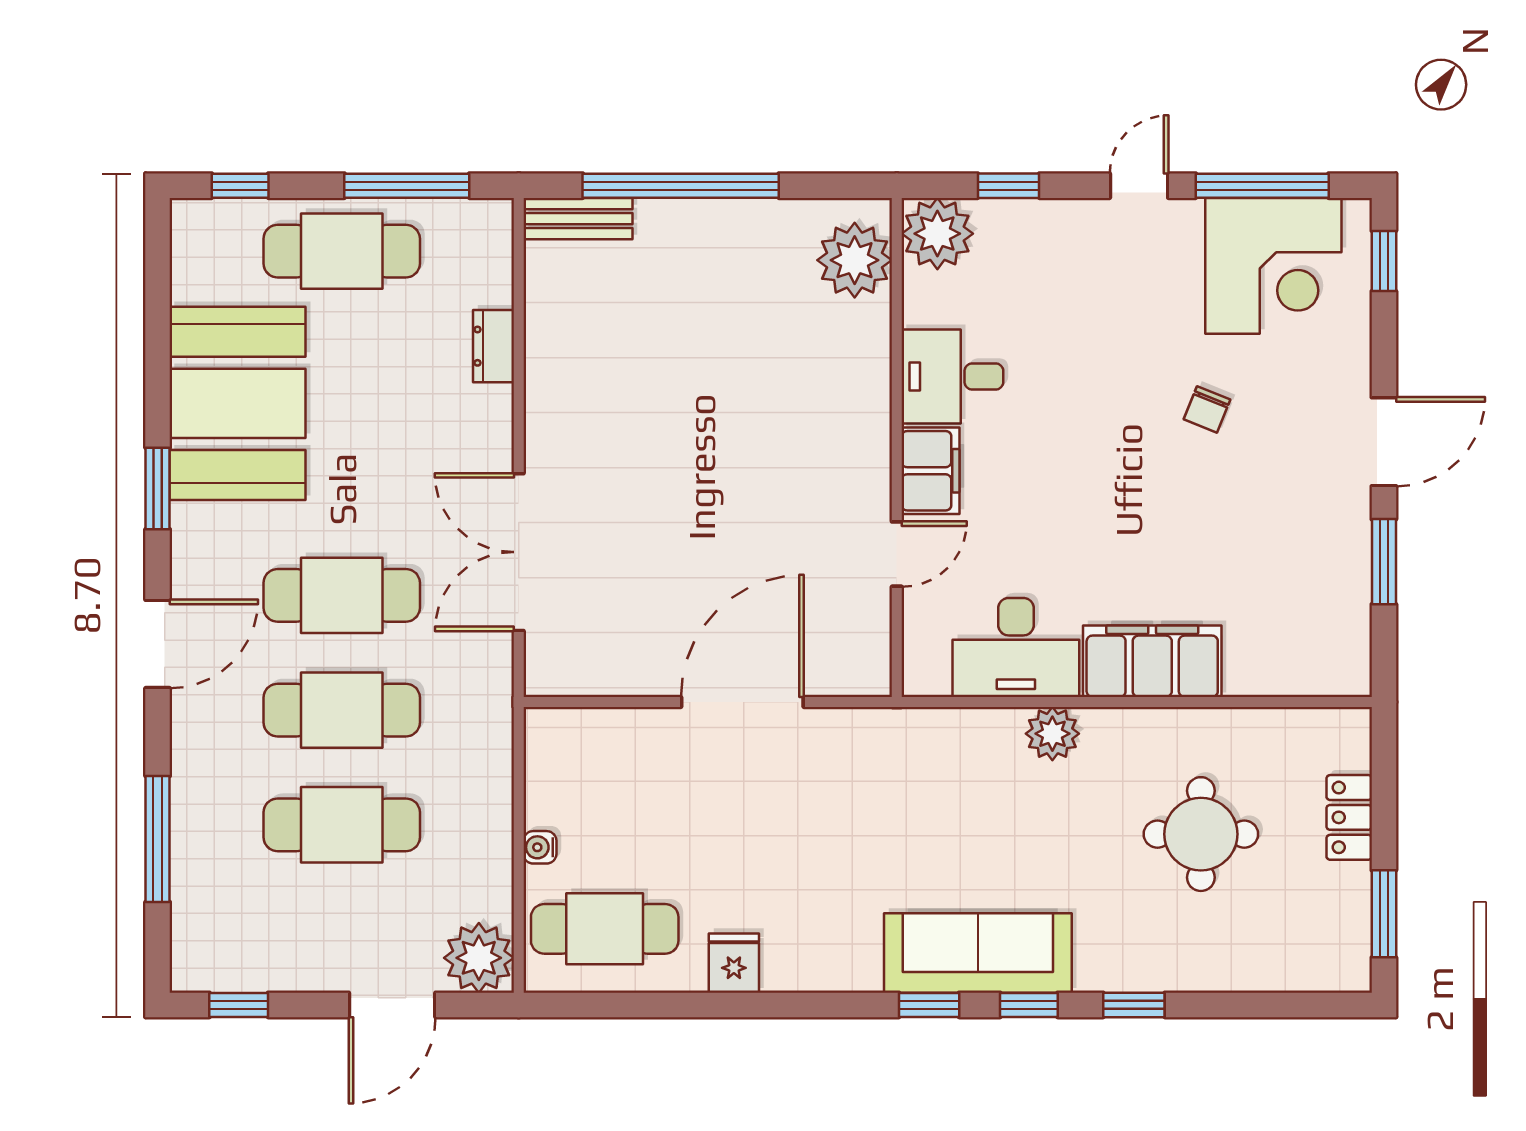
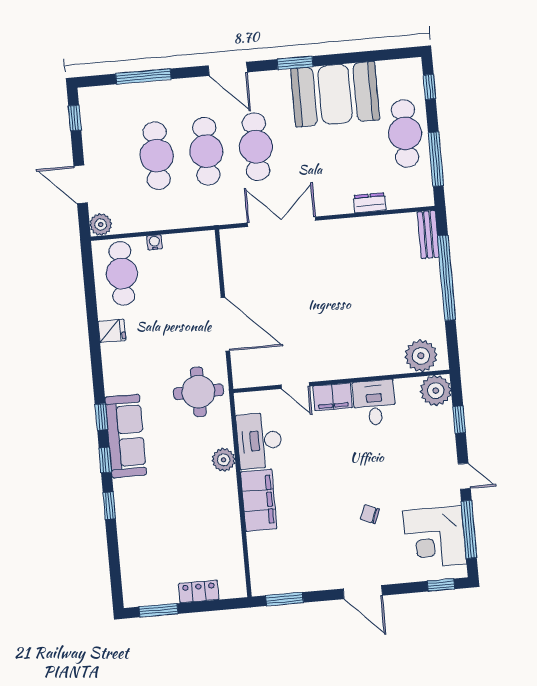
window: (1384, 562) -> (285, 599), moved
round table: (1201, 834) -> (198, 392), moved
plant: (479, 958) -> (101, 225), width x0.73, depth x0.73

